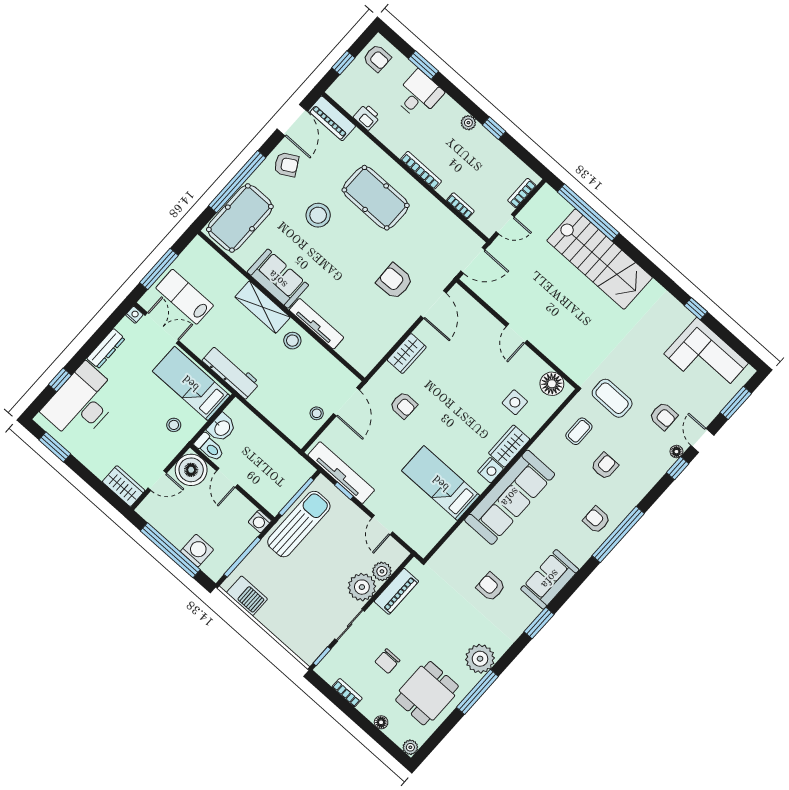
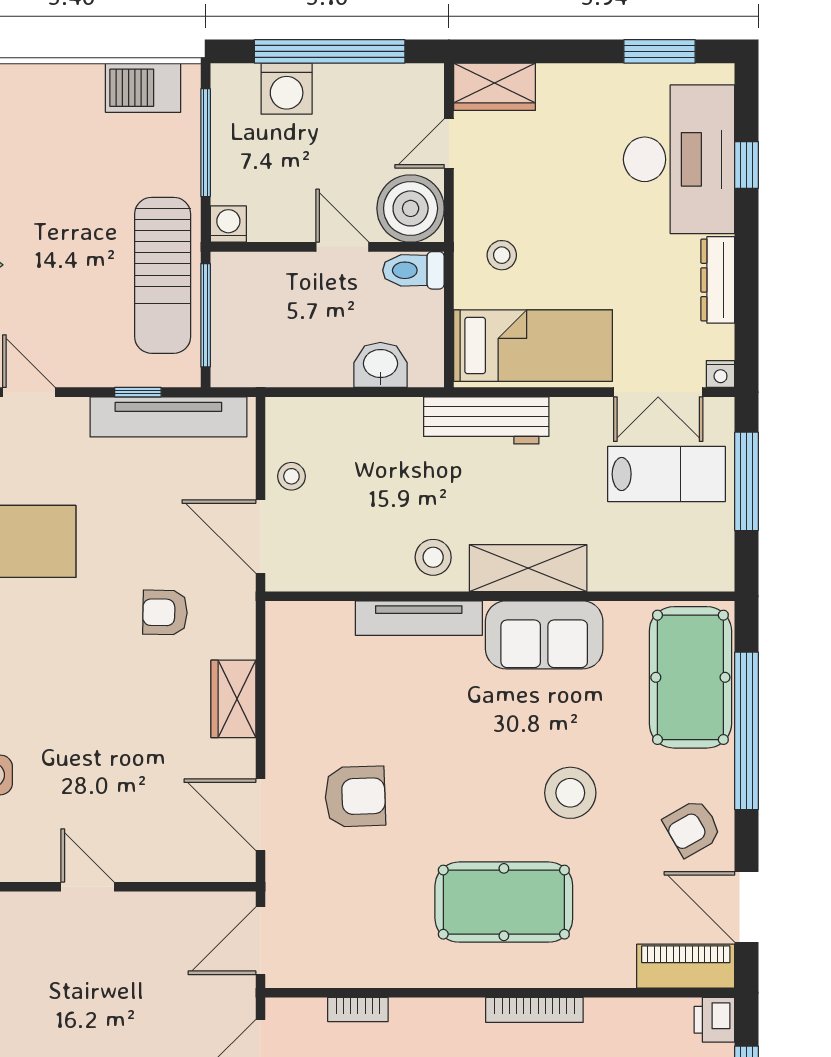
printer: (367, 117) -> (714, 1020), moved, turned 90
bookcase: (421, 170) -> (534, 1010), moved
washbasin: (222, 428) -> (380, 365), moved, turned 90

